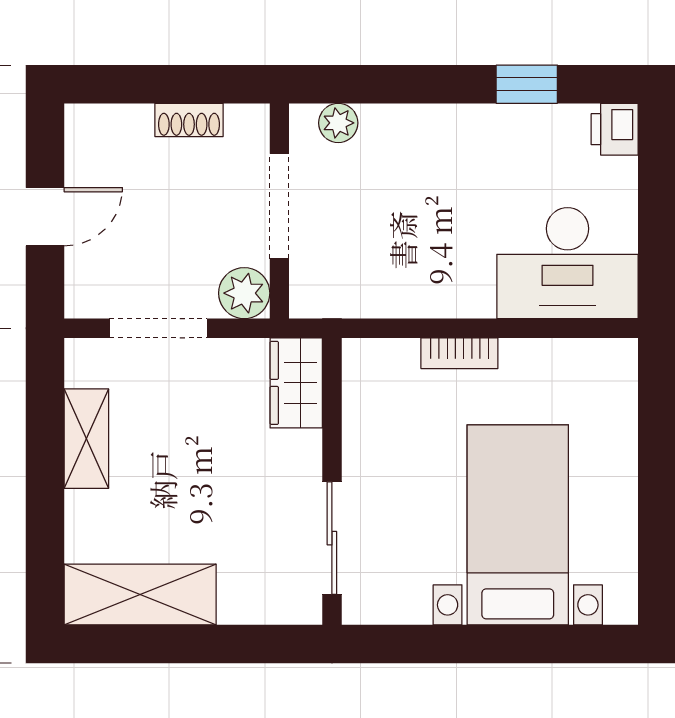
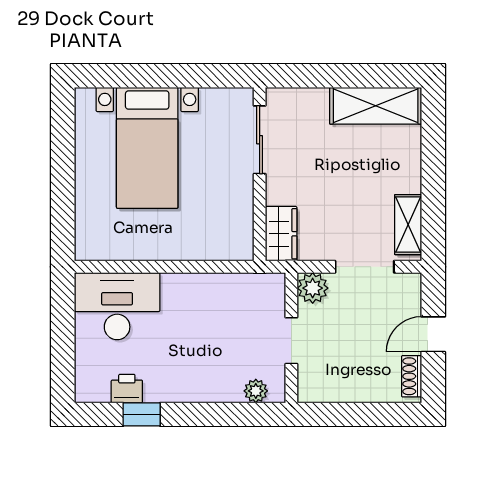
shoe rack: (189, 120) -> (412, 376), moved, turned -90
printer: (615, 129) -> (127, 389), moved, turned -90
doorway: (279, 206) -> (291, 341), width x0.73
bookcase: (459, 353) -> (182, 252), removed
shelving: (86, 439) -> (408, 225), moved

